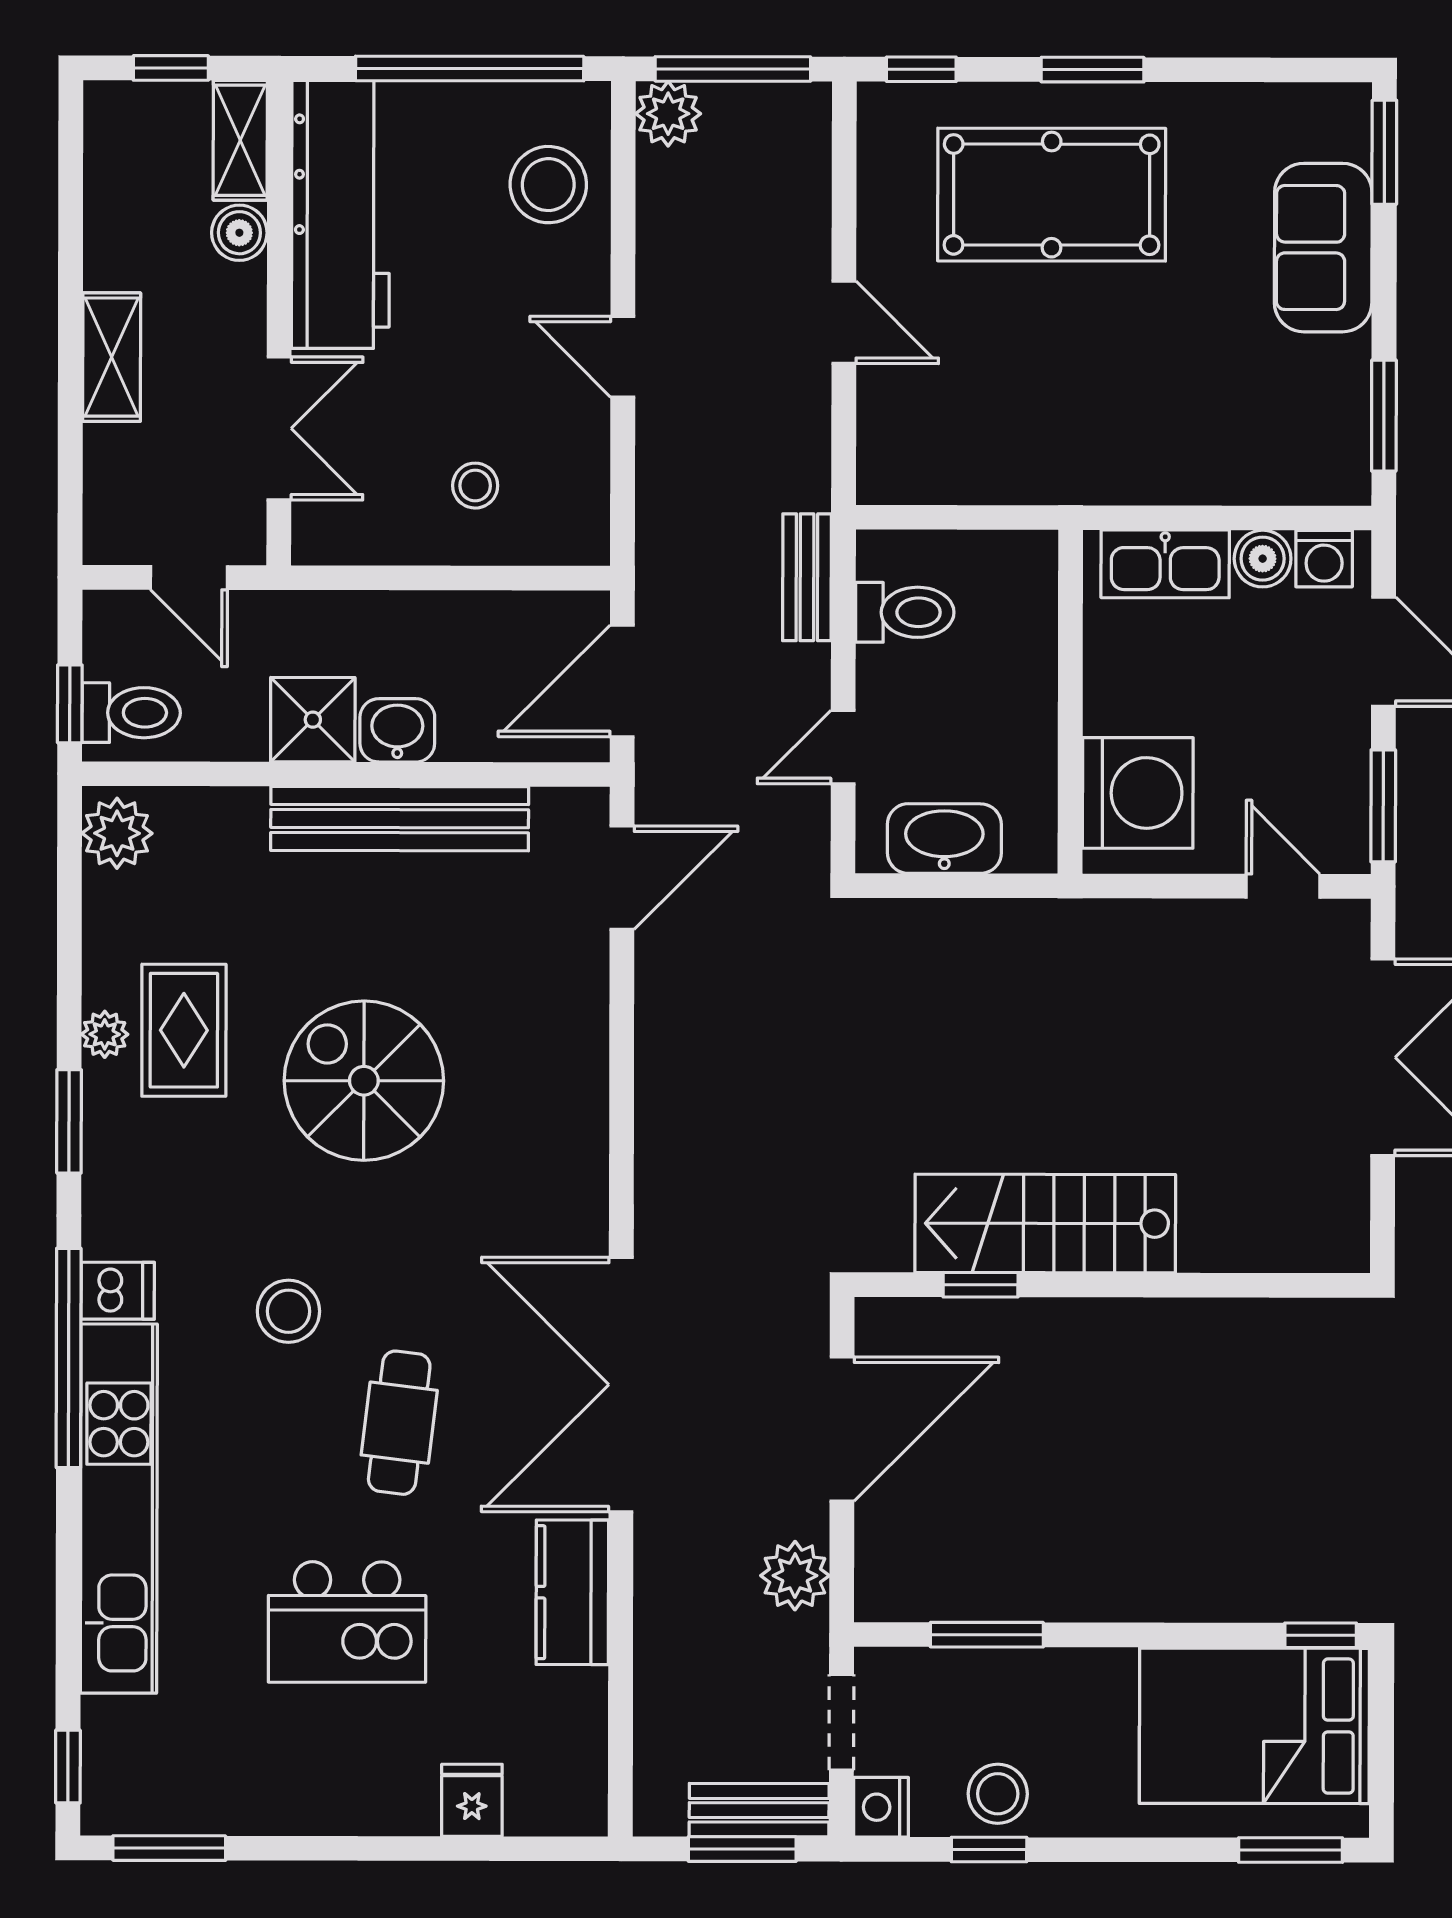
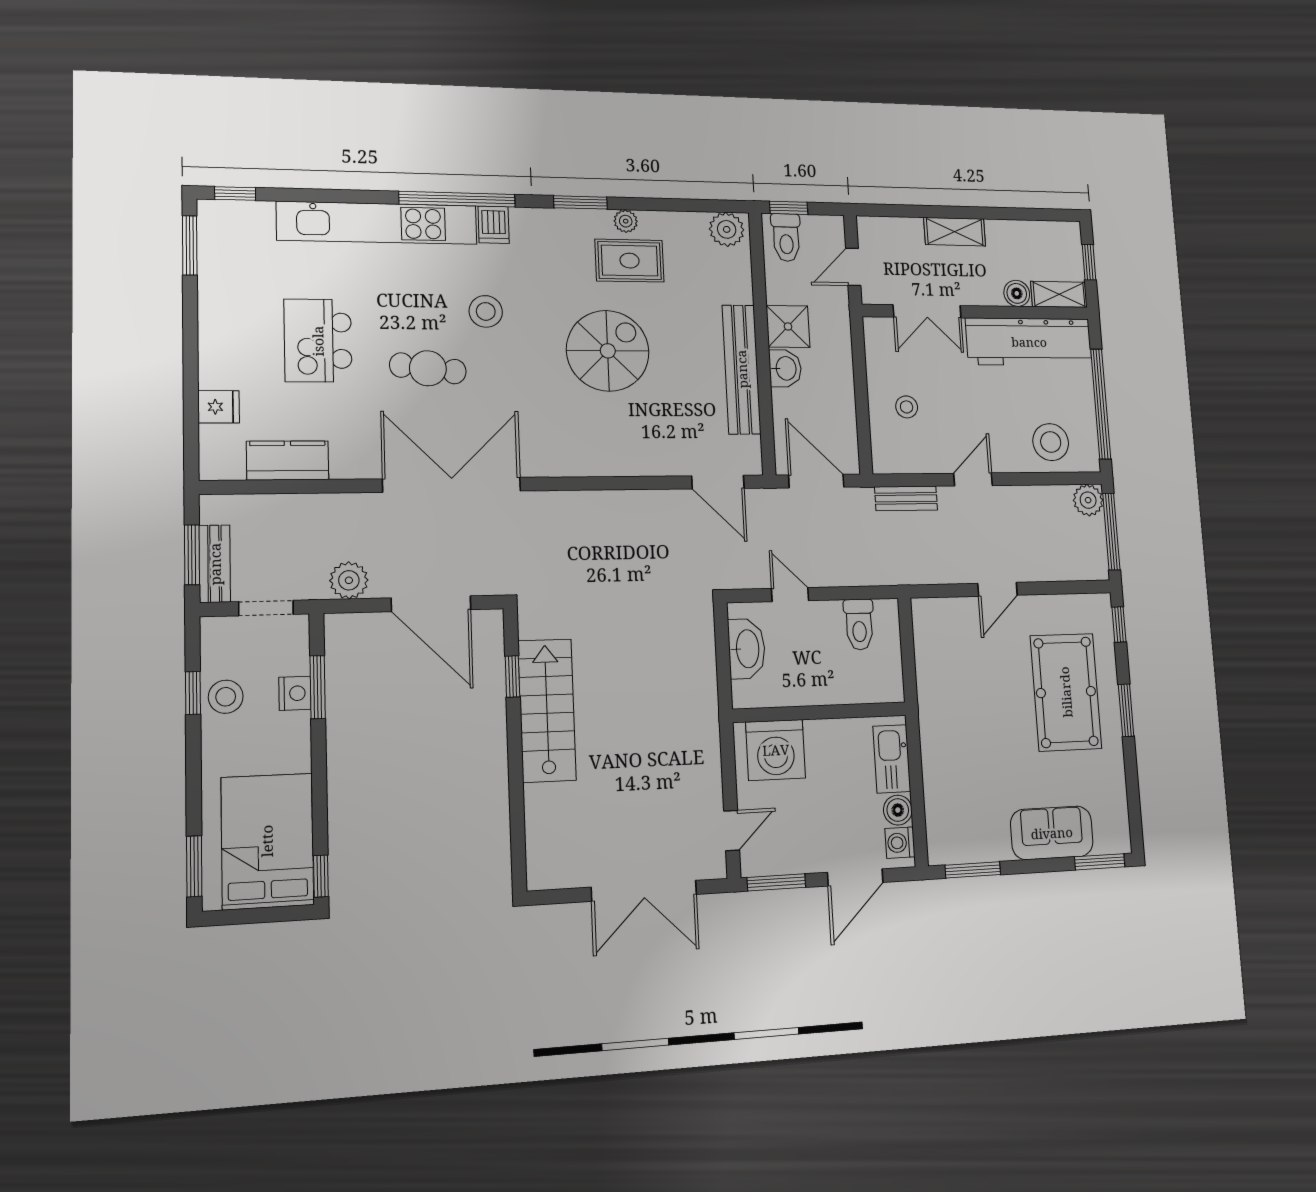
bench: (807, 577) -> (906, 498), moved
kitchen counter: (572, 1592) -> (288, 460), moved
nightstand: (881, 1807) -> (295, 693), moved, turned 90

